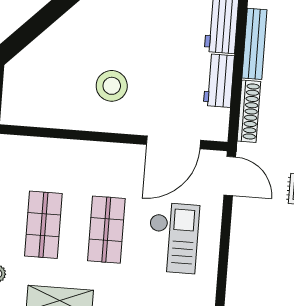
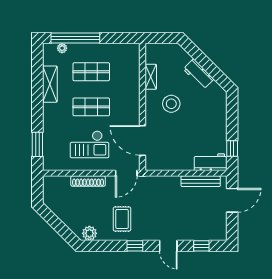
workbench: (219, 81) -> (198, 74), moved, turned -135
shoe rack: (249, 111) -> (88, 181), moved
shelving: (61, 119) -> (151, 77), added

